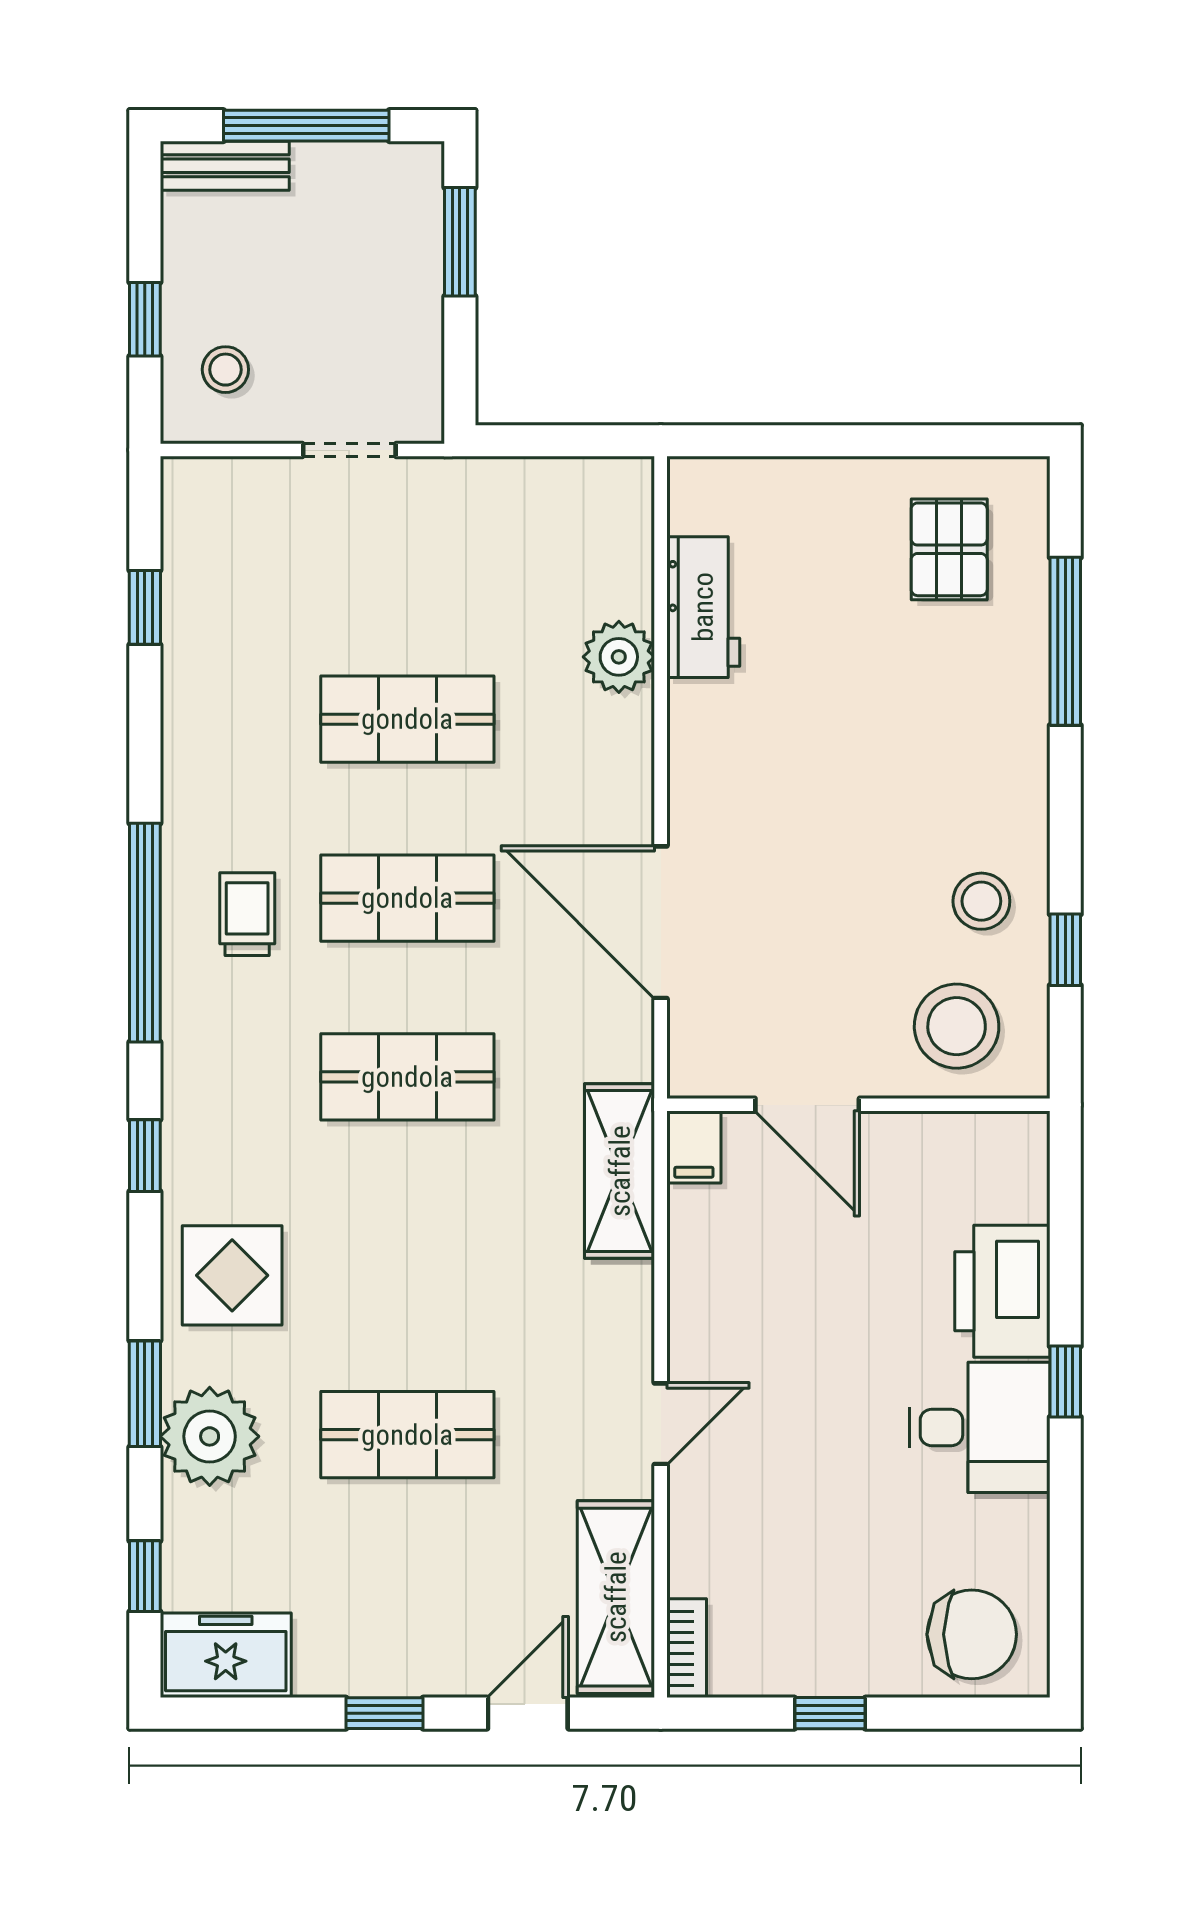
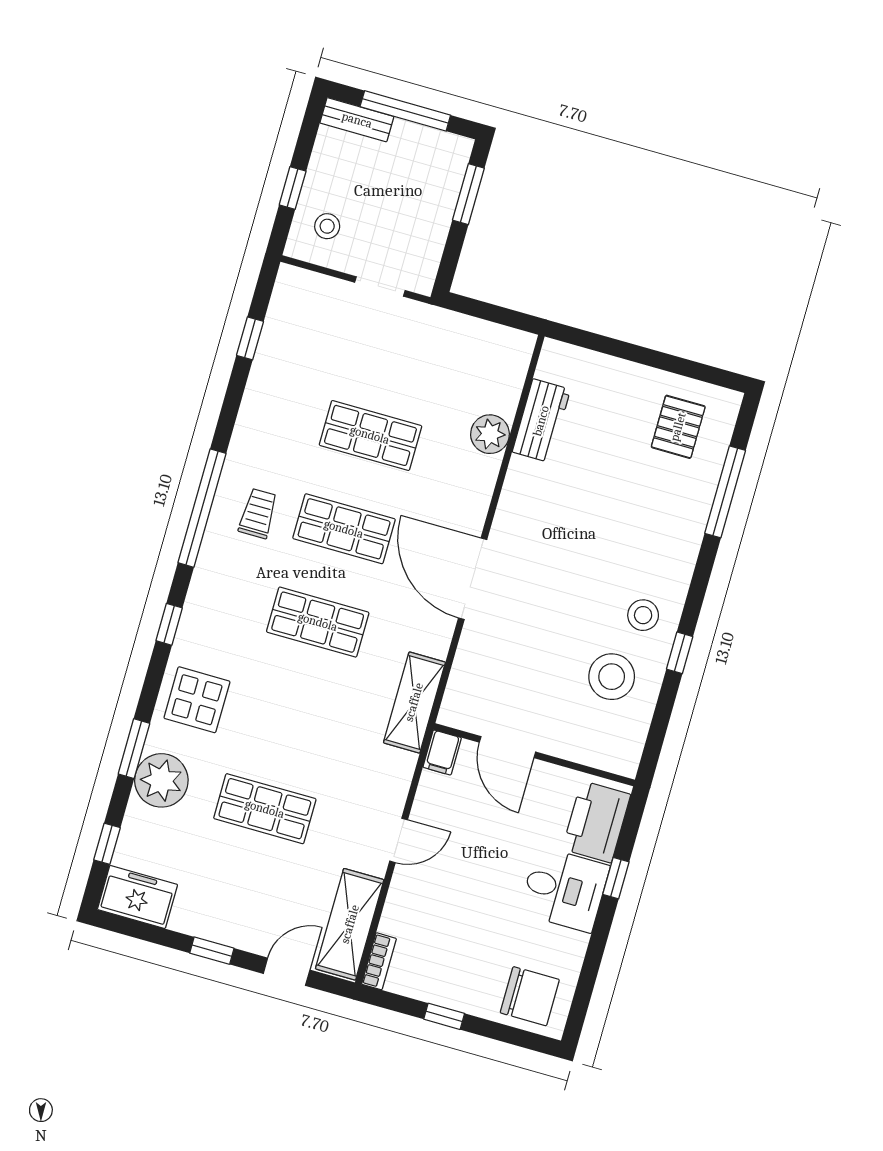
door: (807, 1105) -> (508, 747), moved
wall: (858, 1105) -> (534, 755), moved
filing cabinet: (694, 1147) -> (442, 752), moved

